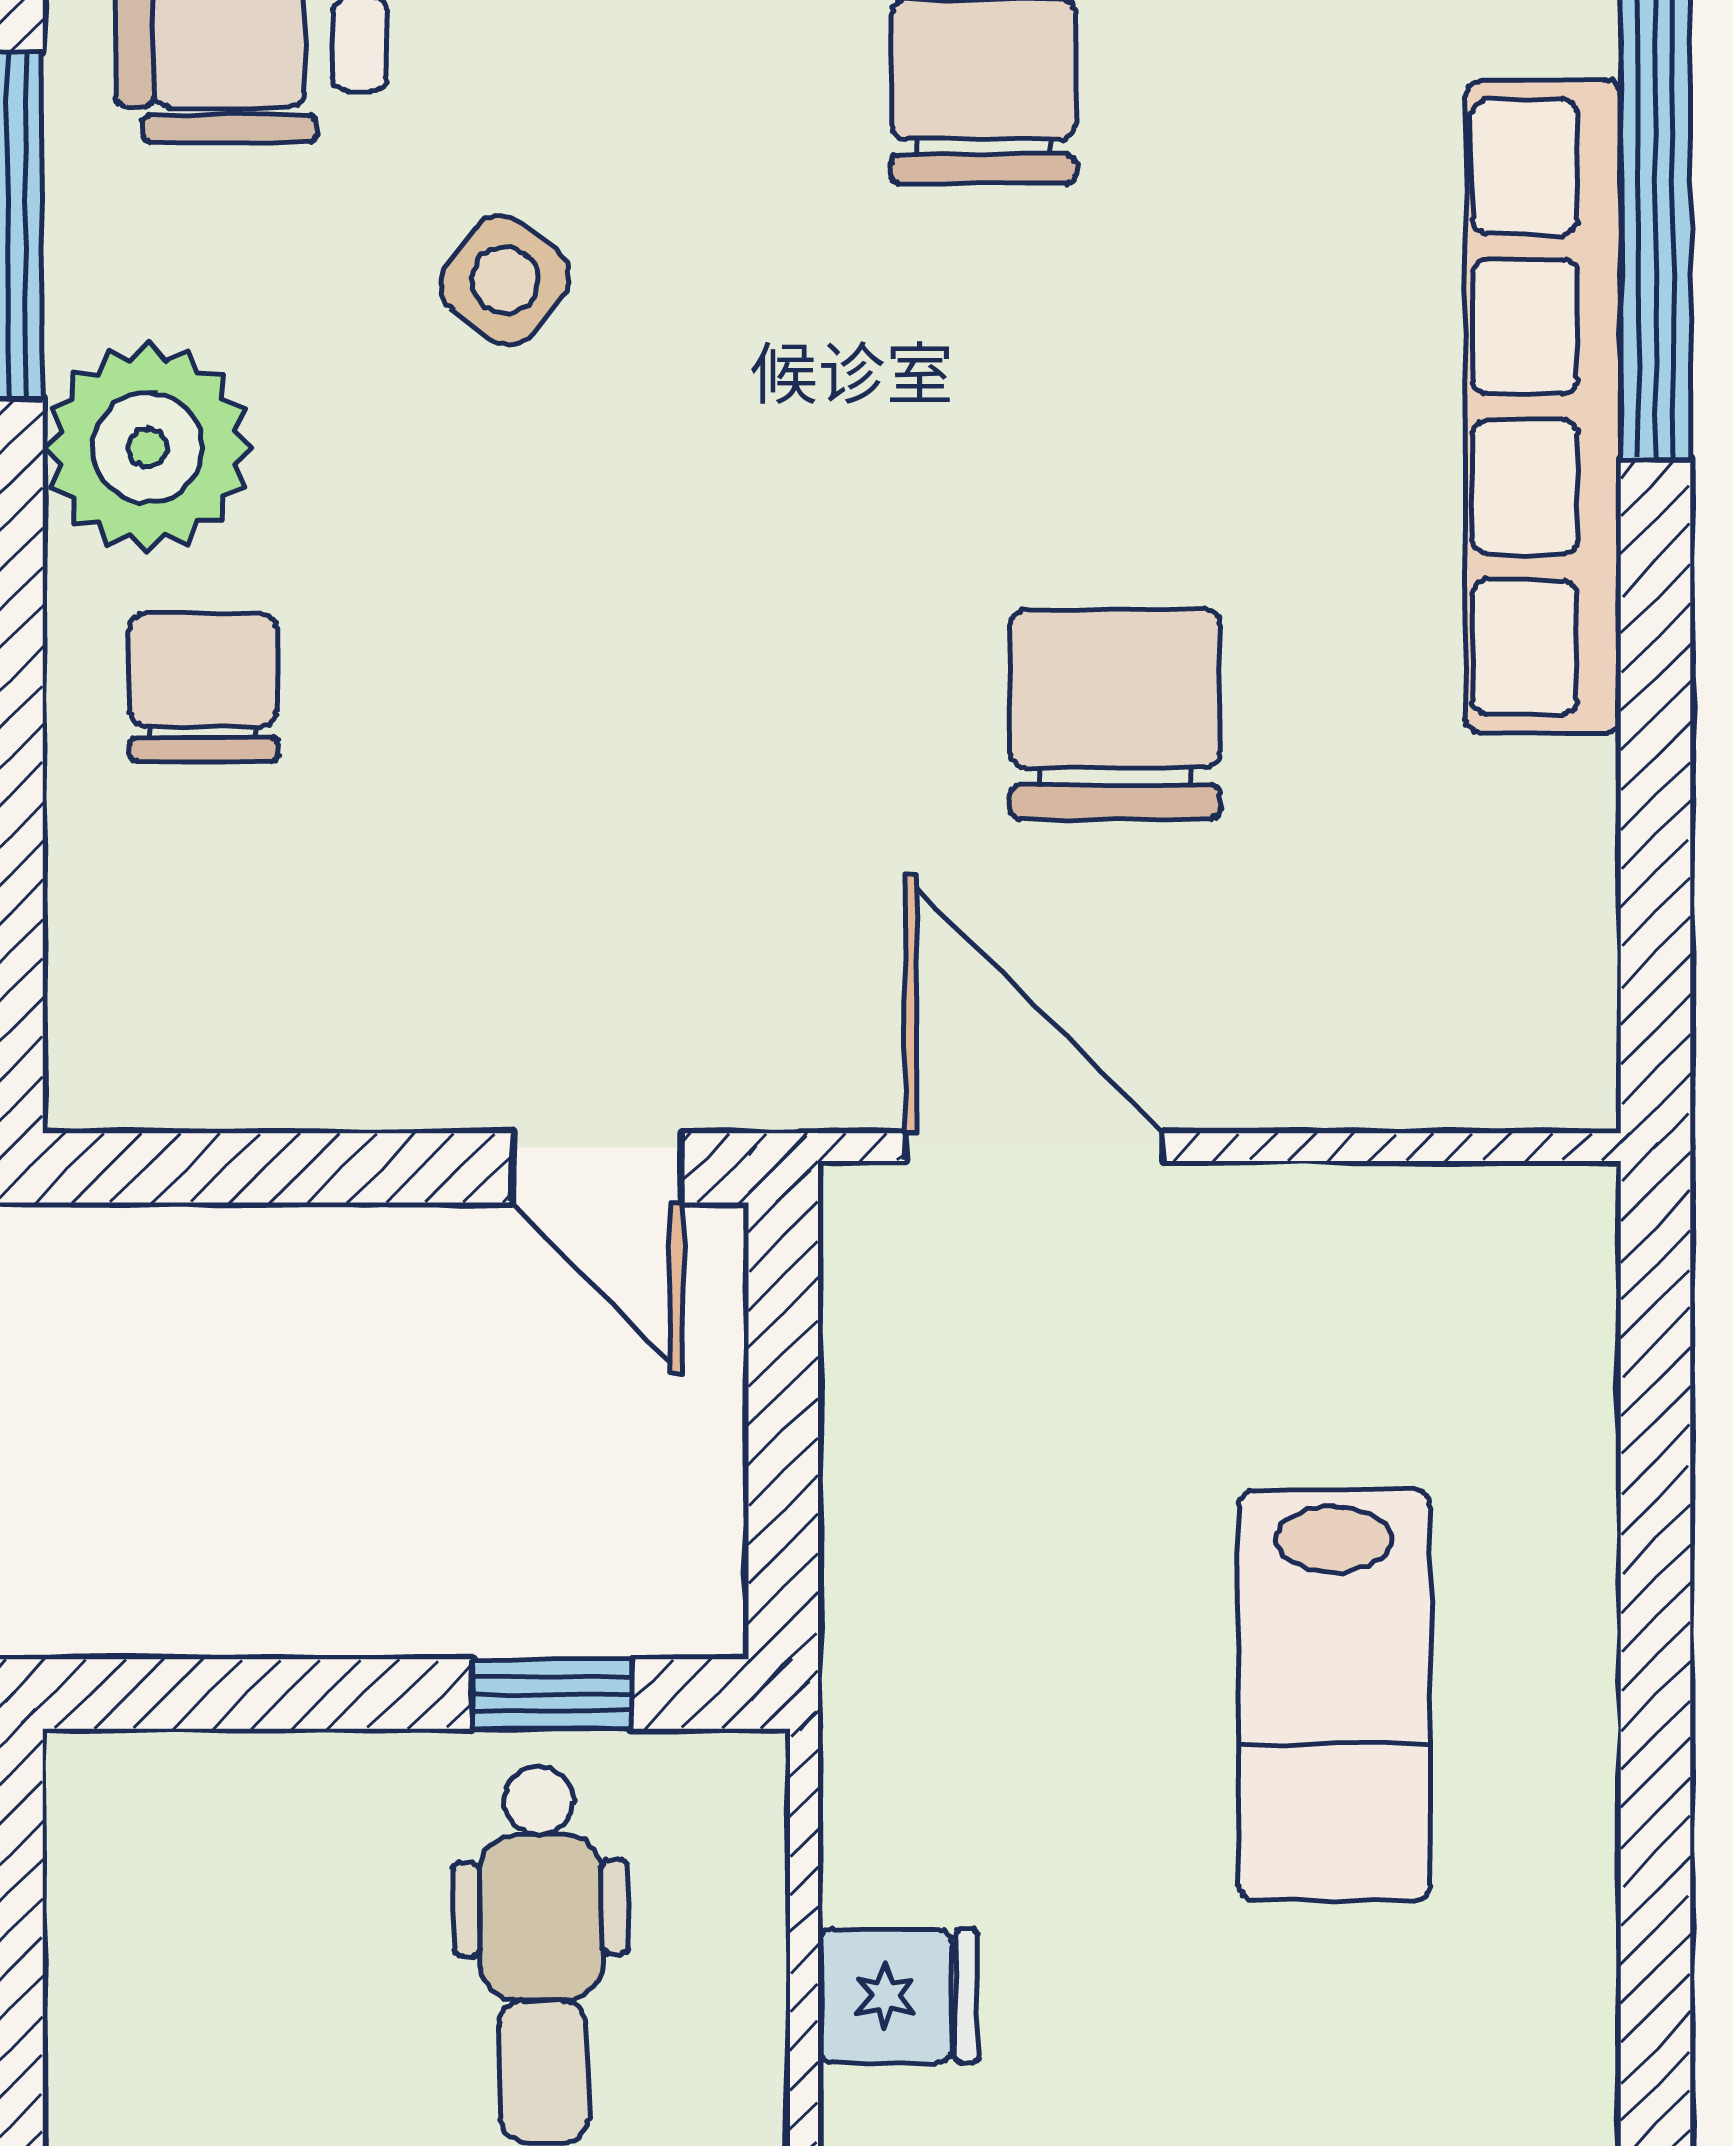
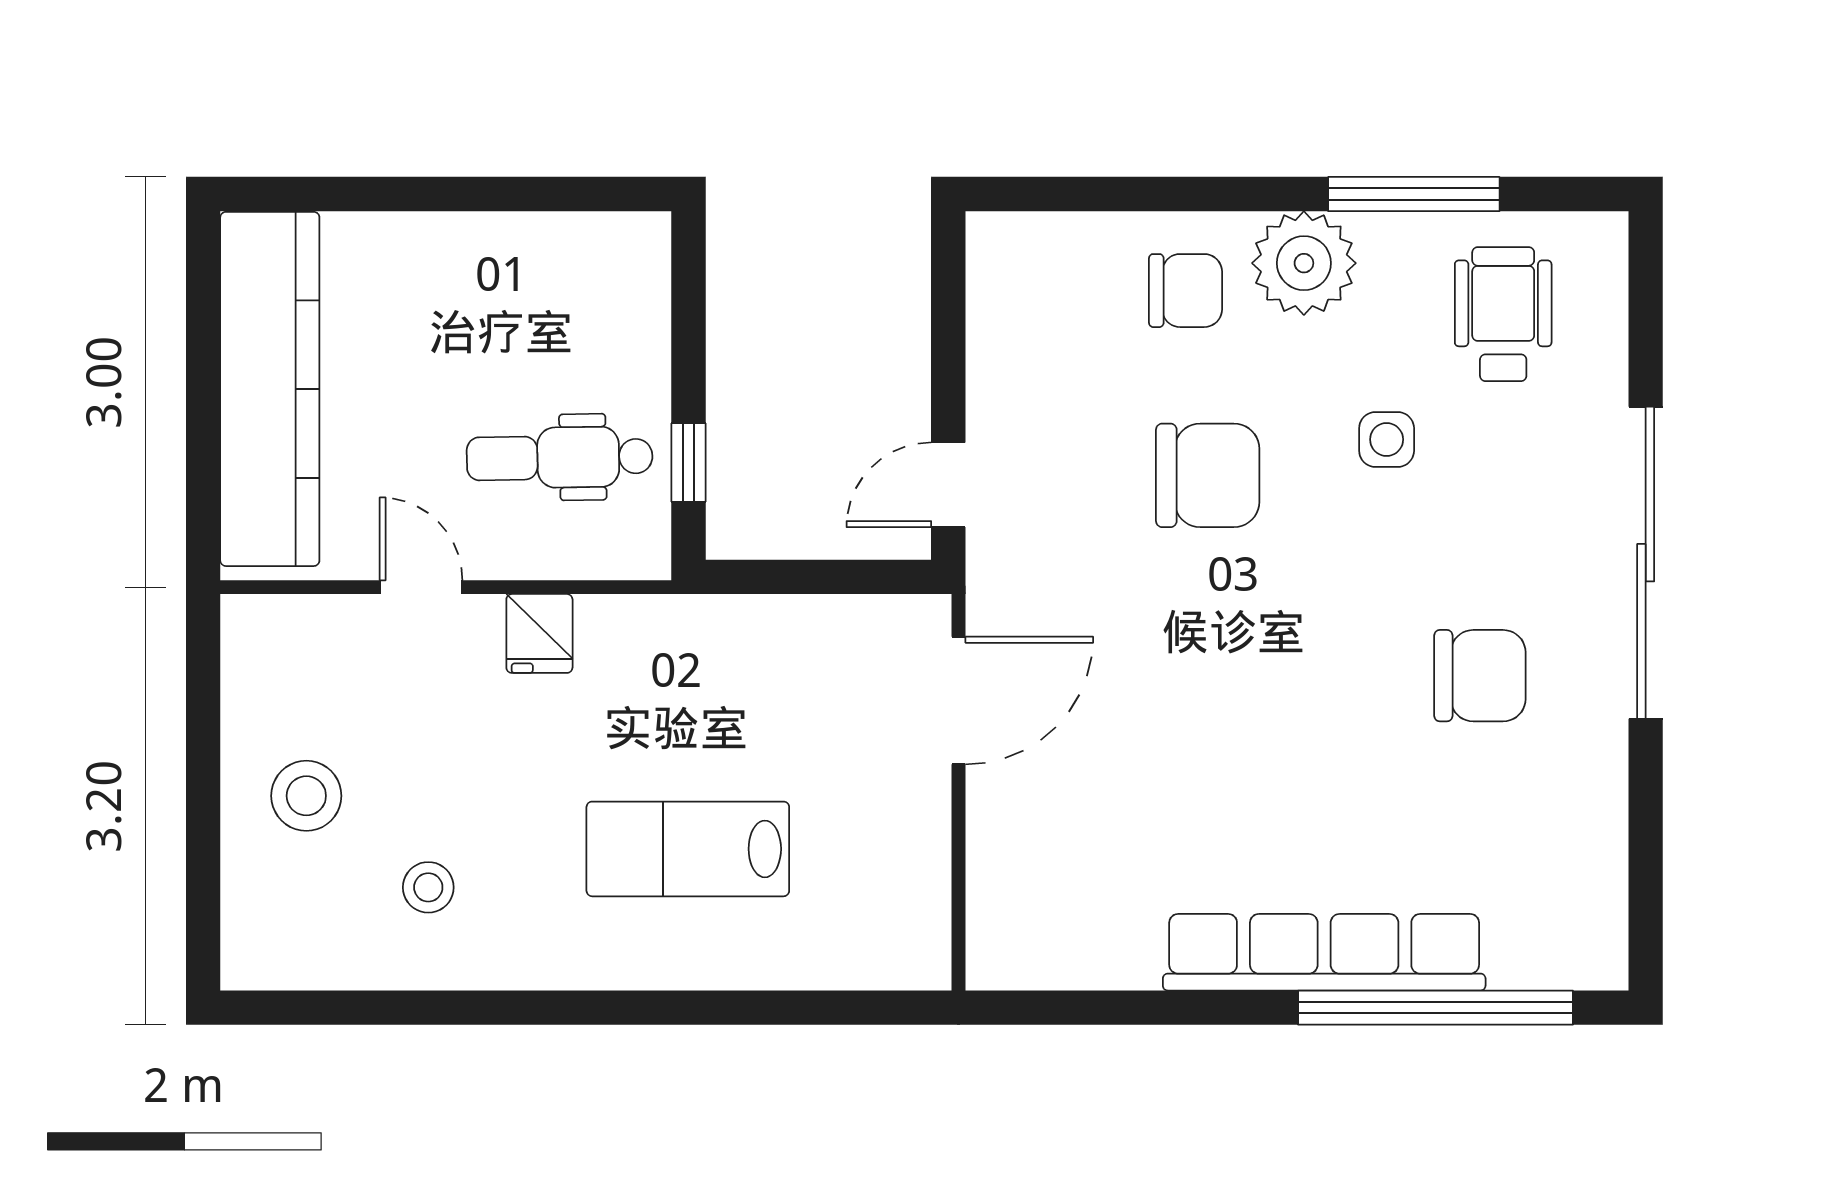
side table: (505, 280) -> (1387, 439), turned -37
chair: (1115, 714) -> (1208, 475), moved

